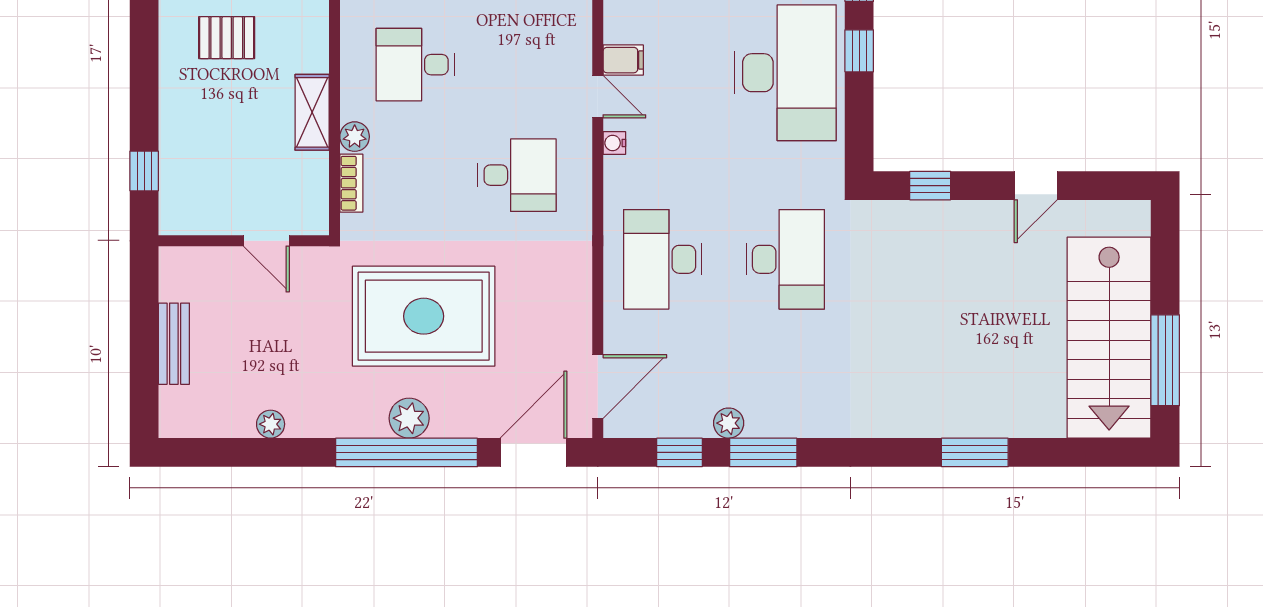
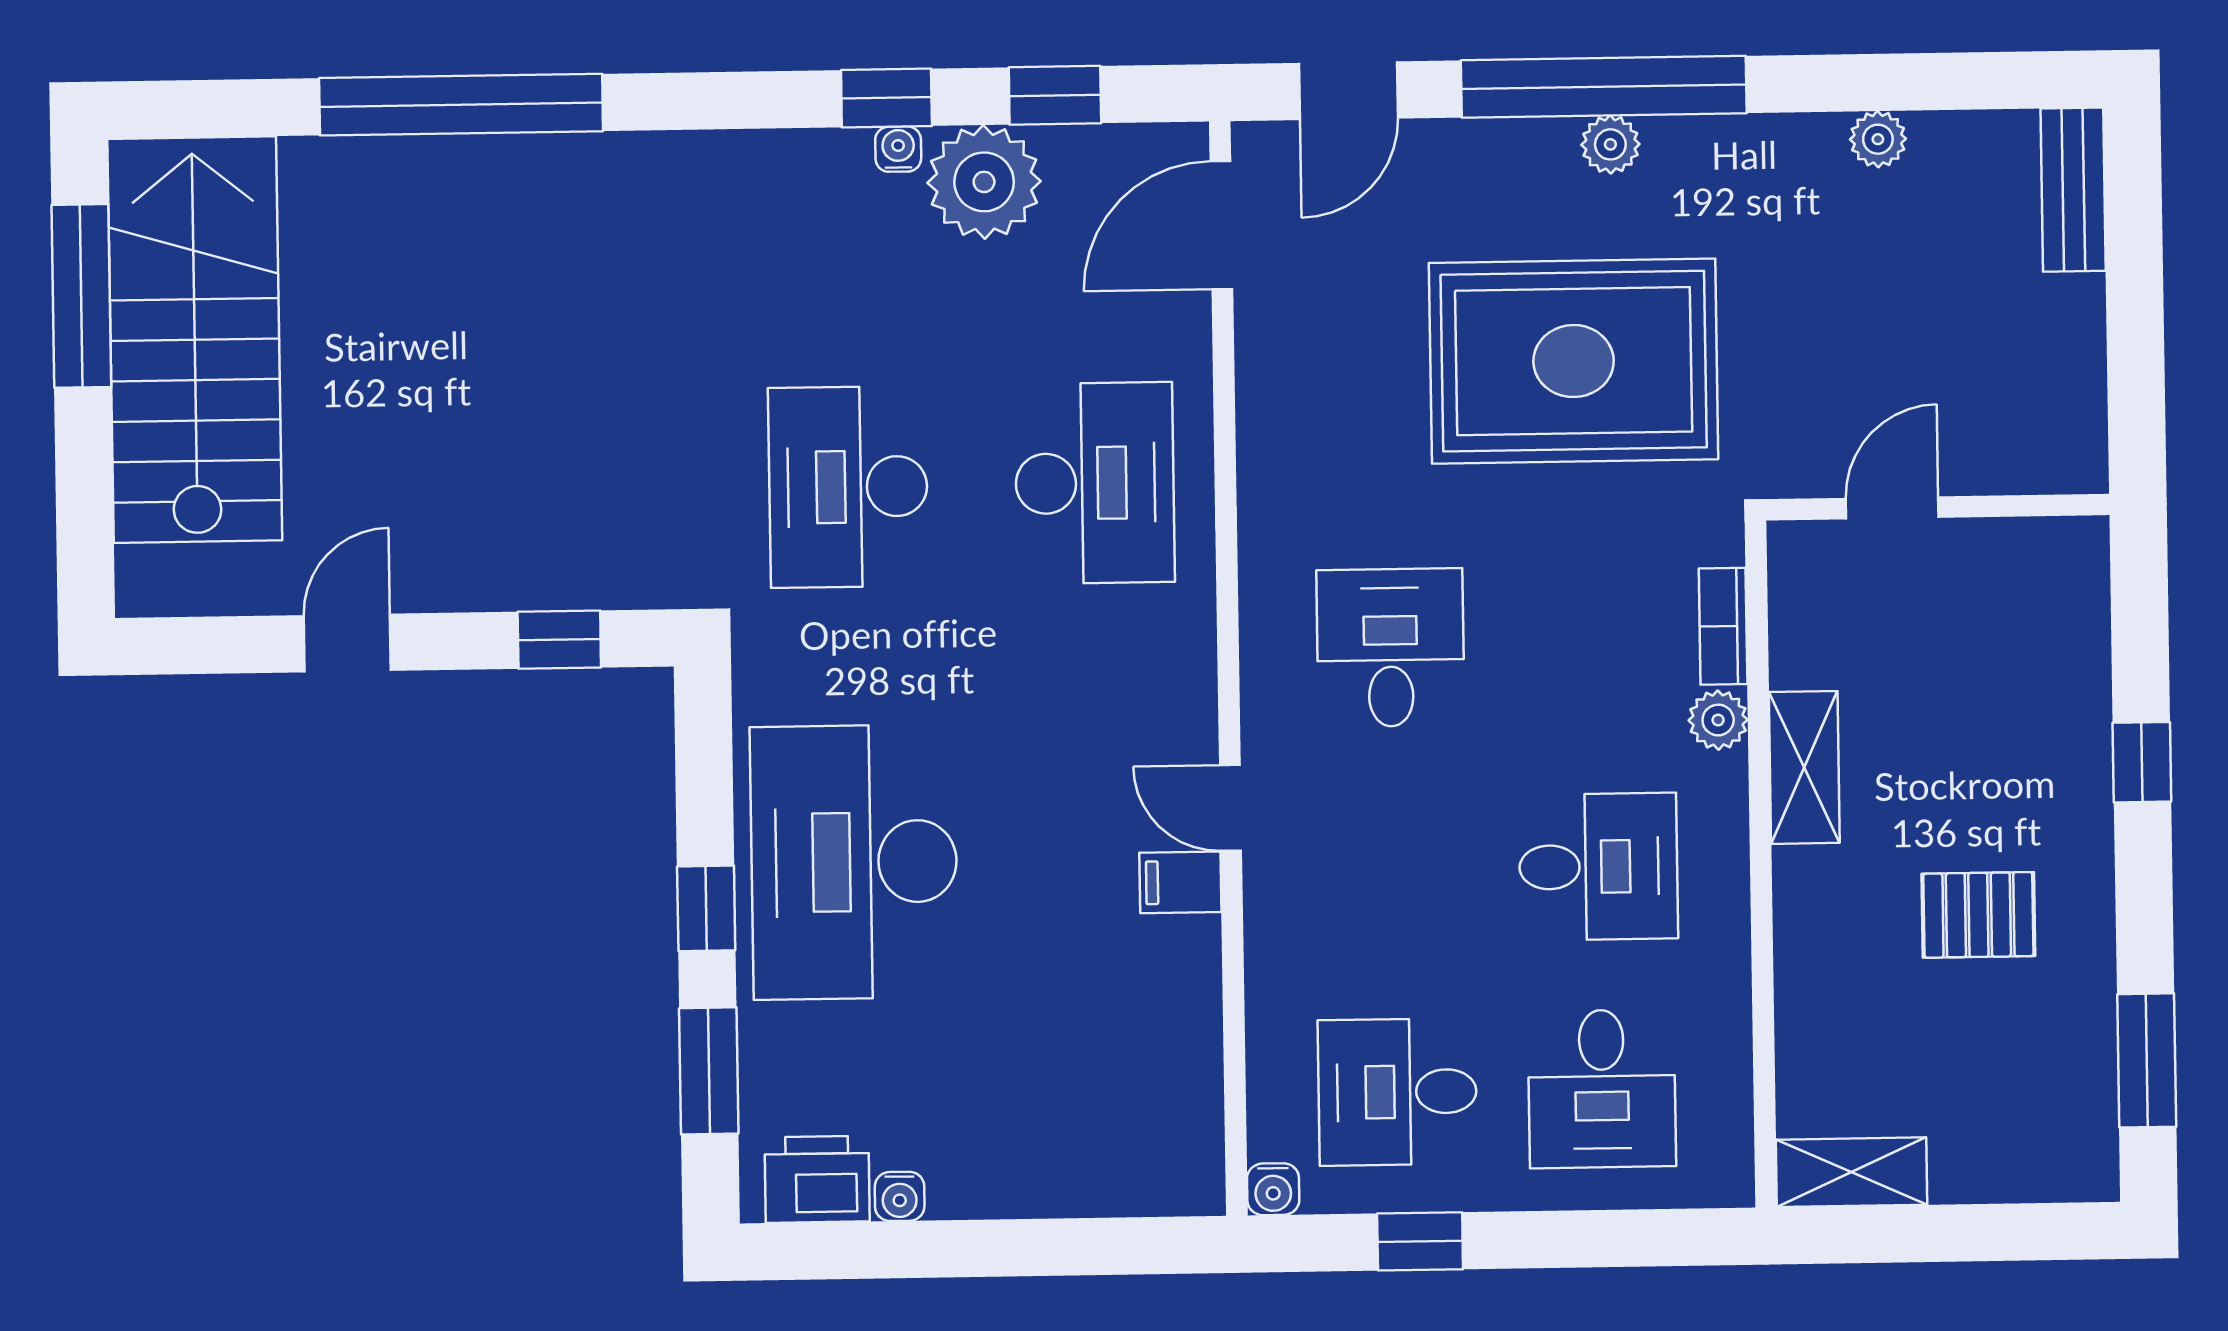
water cooler: (614, 143) -> (898, 149), moved, turned -90
window: (144, 171) -> (2142, 762), moved
desk: (517, 175) -> (1390, 648), turned 90
door: (266, 241) -> (1892, 508), hinge flipped
bench: (174, 344) -> (2073, 190), moved
plant: (409, 418) -> (1610, 144), width x0.73, depth x0.73
plant: (729, 423) -> (984, 182), width x1.87, depth x1.87
door: (534, 452) -> (1348, 91), width x0.73
window: (763, 452) -> (886, 98), width x0.67
window: (975, 452) -> (461, 105), width x2.11

